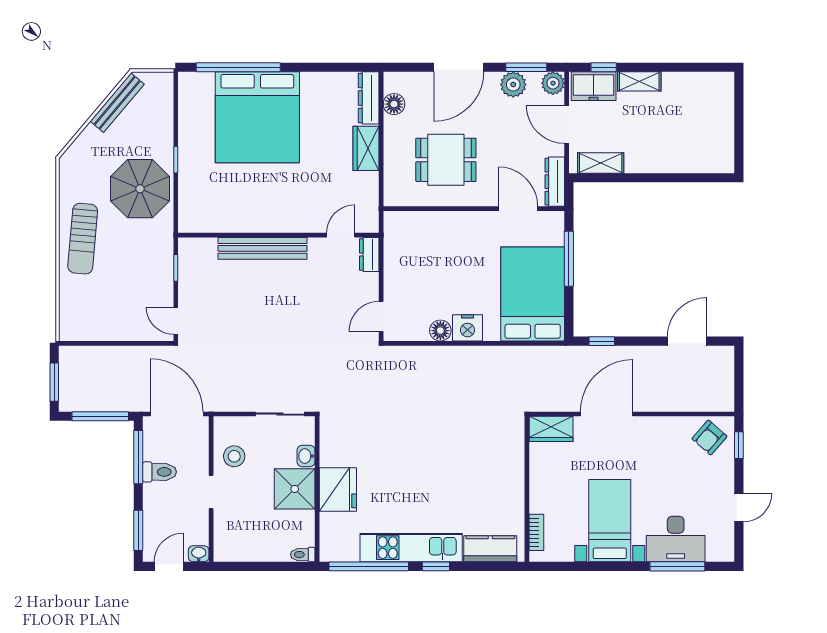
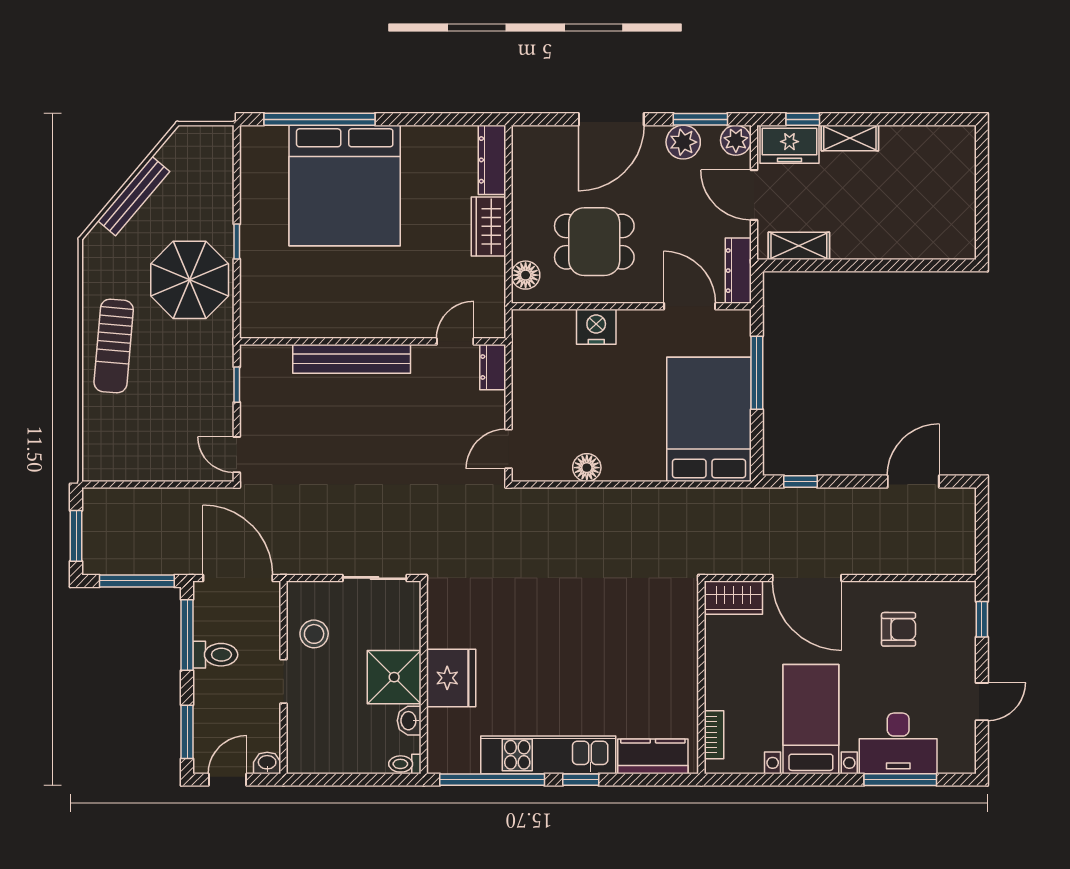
bench: (117, 103) -> (134, 196), moved
floor lamp: (394, 104) -> (526, 275), moved
nightstand: (468, 328) -> (596, 327), moved, turned 180
door: (607, 414) -> (807, 578), swing flipped
armchair: (709, 437) -> (899, 629), moved, turned -131
washbasin: (306, 456) -> (409, 721), moved

